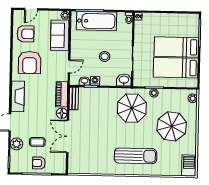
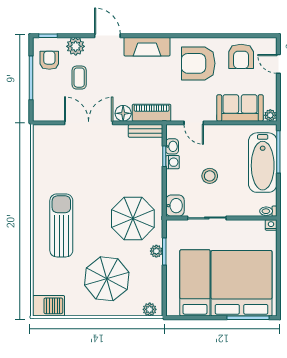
bed: (176, 47) -> (242, 283), width x2.04
sun lounger: (136, 156) -> (61, 225), turned 180
armchair: (39, 163) -> (49, 60), moved

